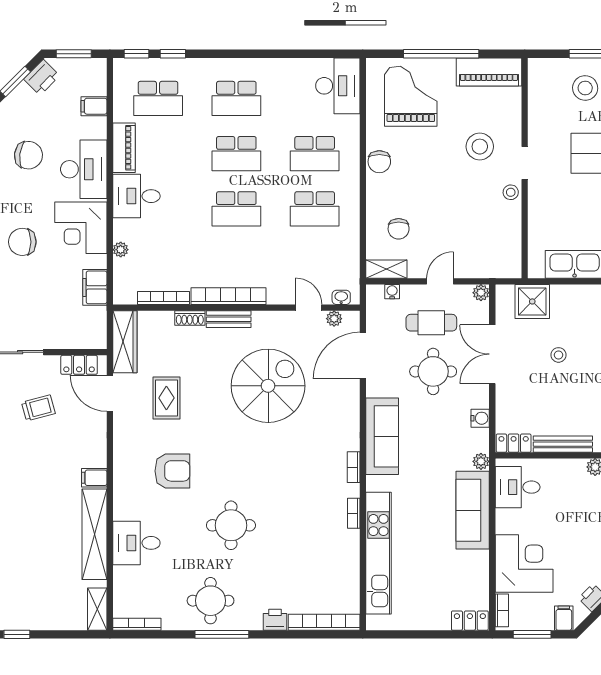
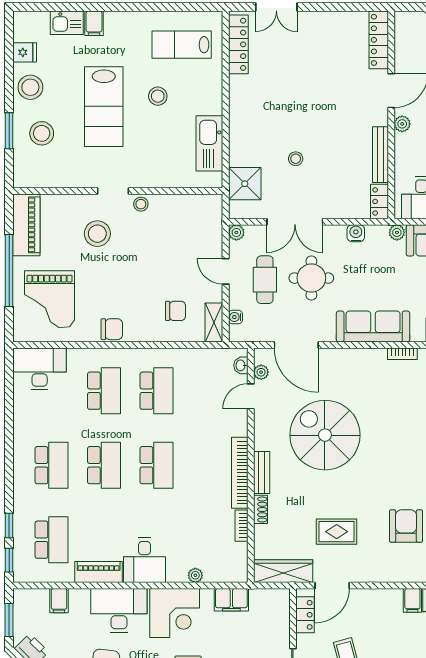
grand piano: (411, 96) -> (50, 299), turned -90
bookcase: (164, 298) -> (241, 526), width x0.64

